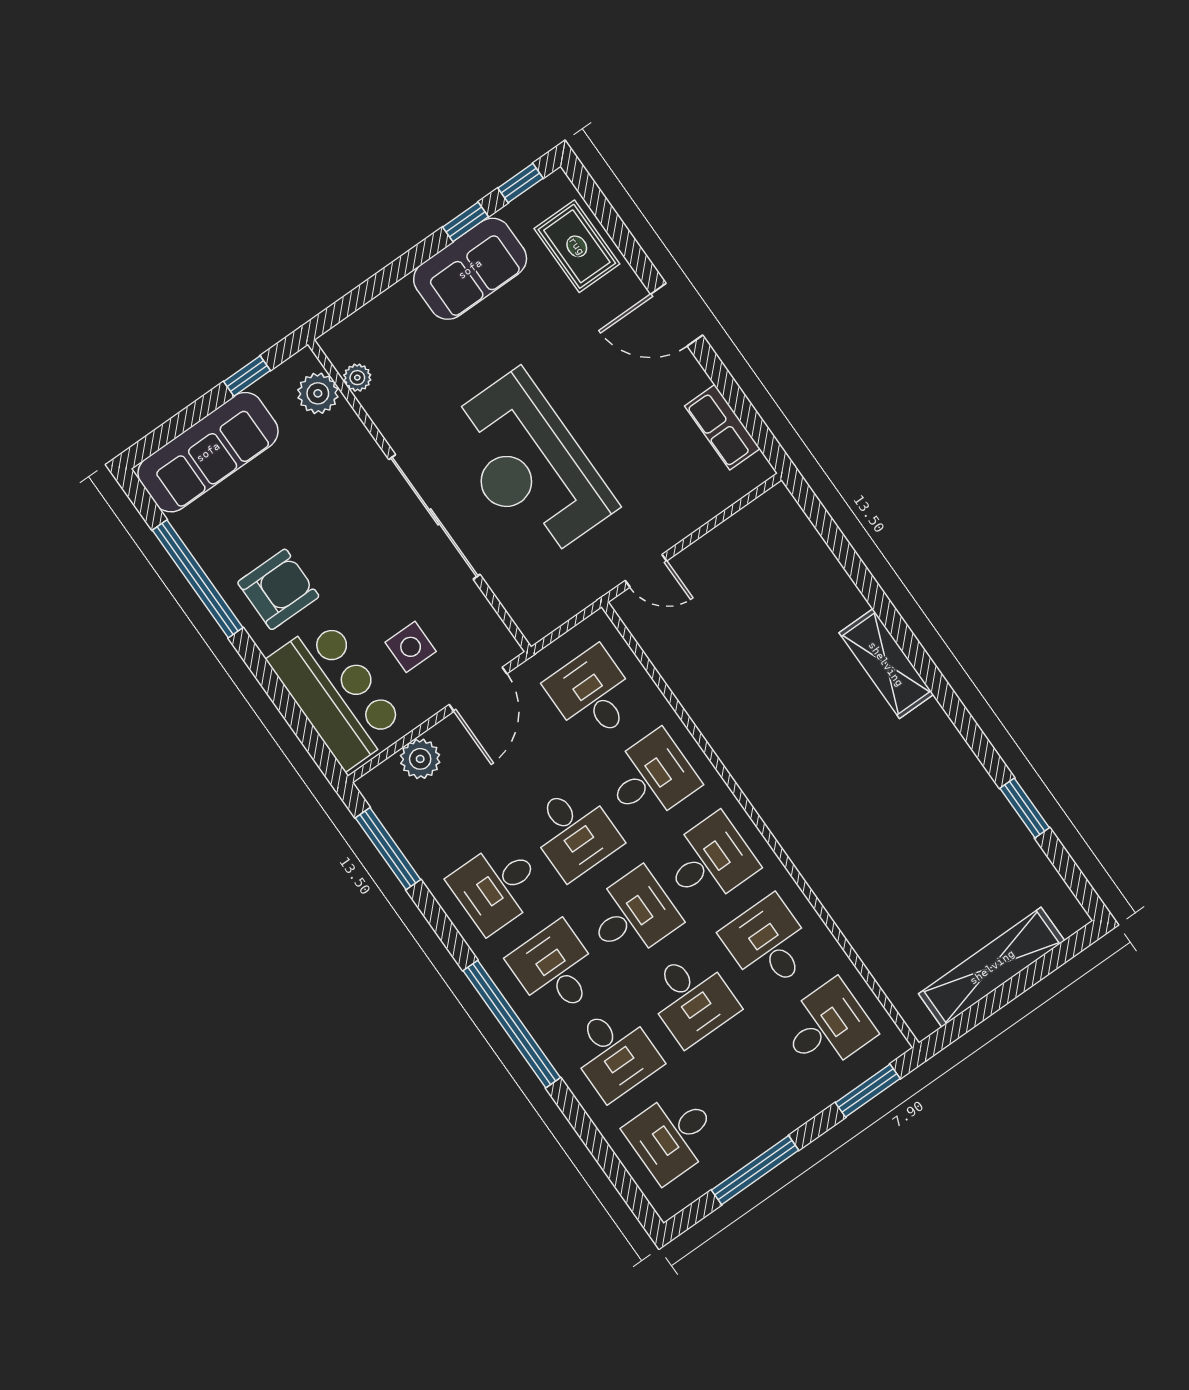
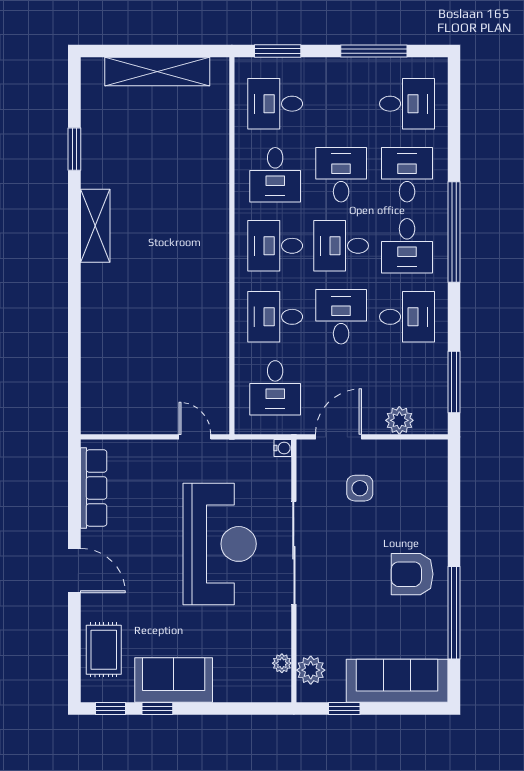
row of seats: (722, 427) -> (94, 488), width x1.48
water cooler: (534, 630) -> (283, 448), added
shelving: (886, 664) -> (95, 226), moved
bar counter: (337, 694) -> (421, 491), removed

